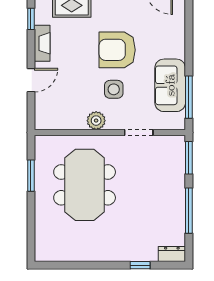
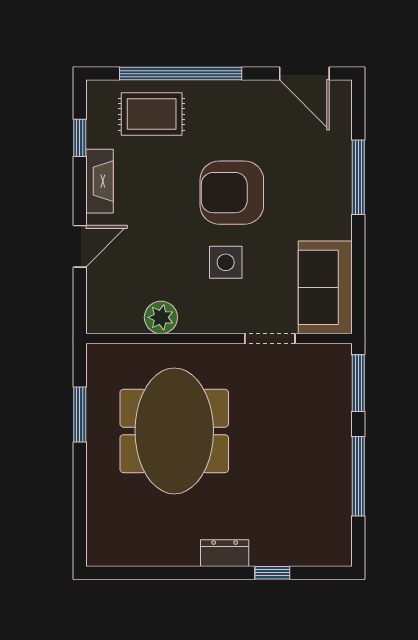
sofa: (170, 85) -> (325, 287), moved
window: (189, 97) -> (358, 177), moved
plant: (96, 121) -> (161, 317), moved
dresser: (172, 254) -> (225, 553), moved

